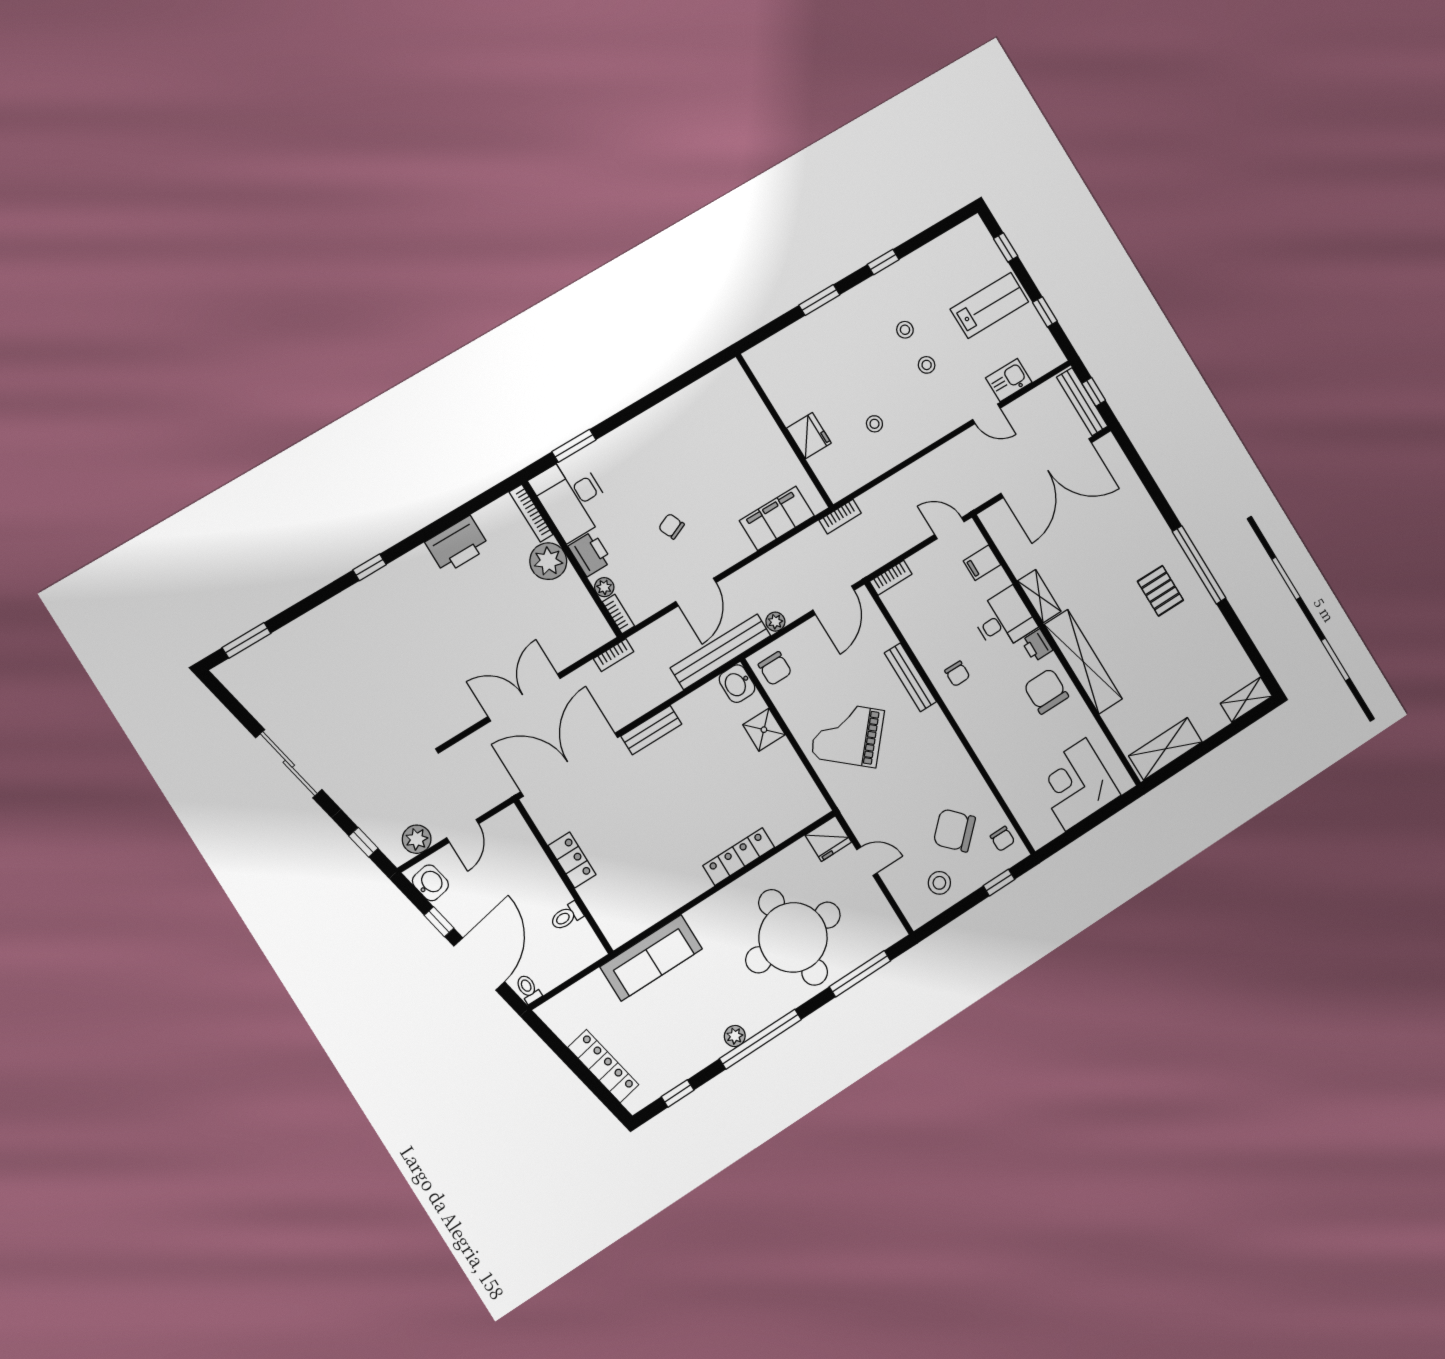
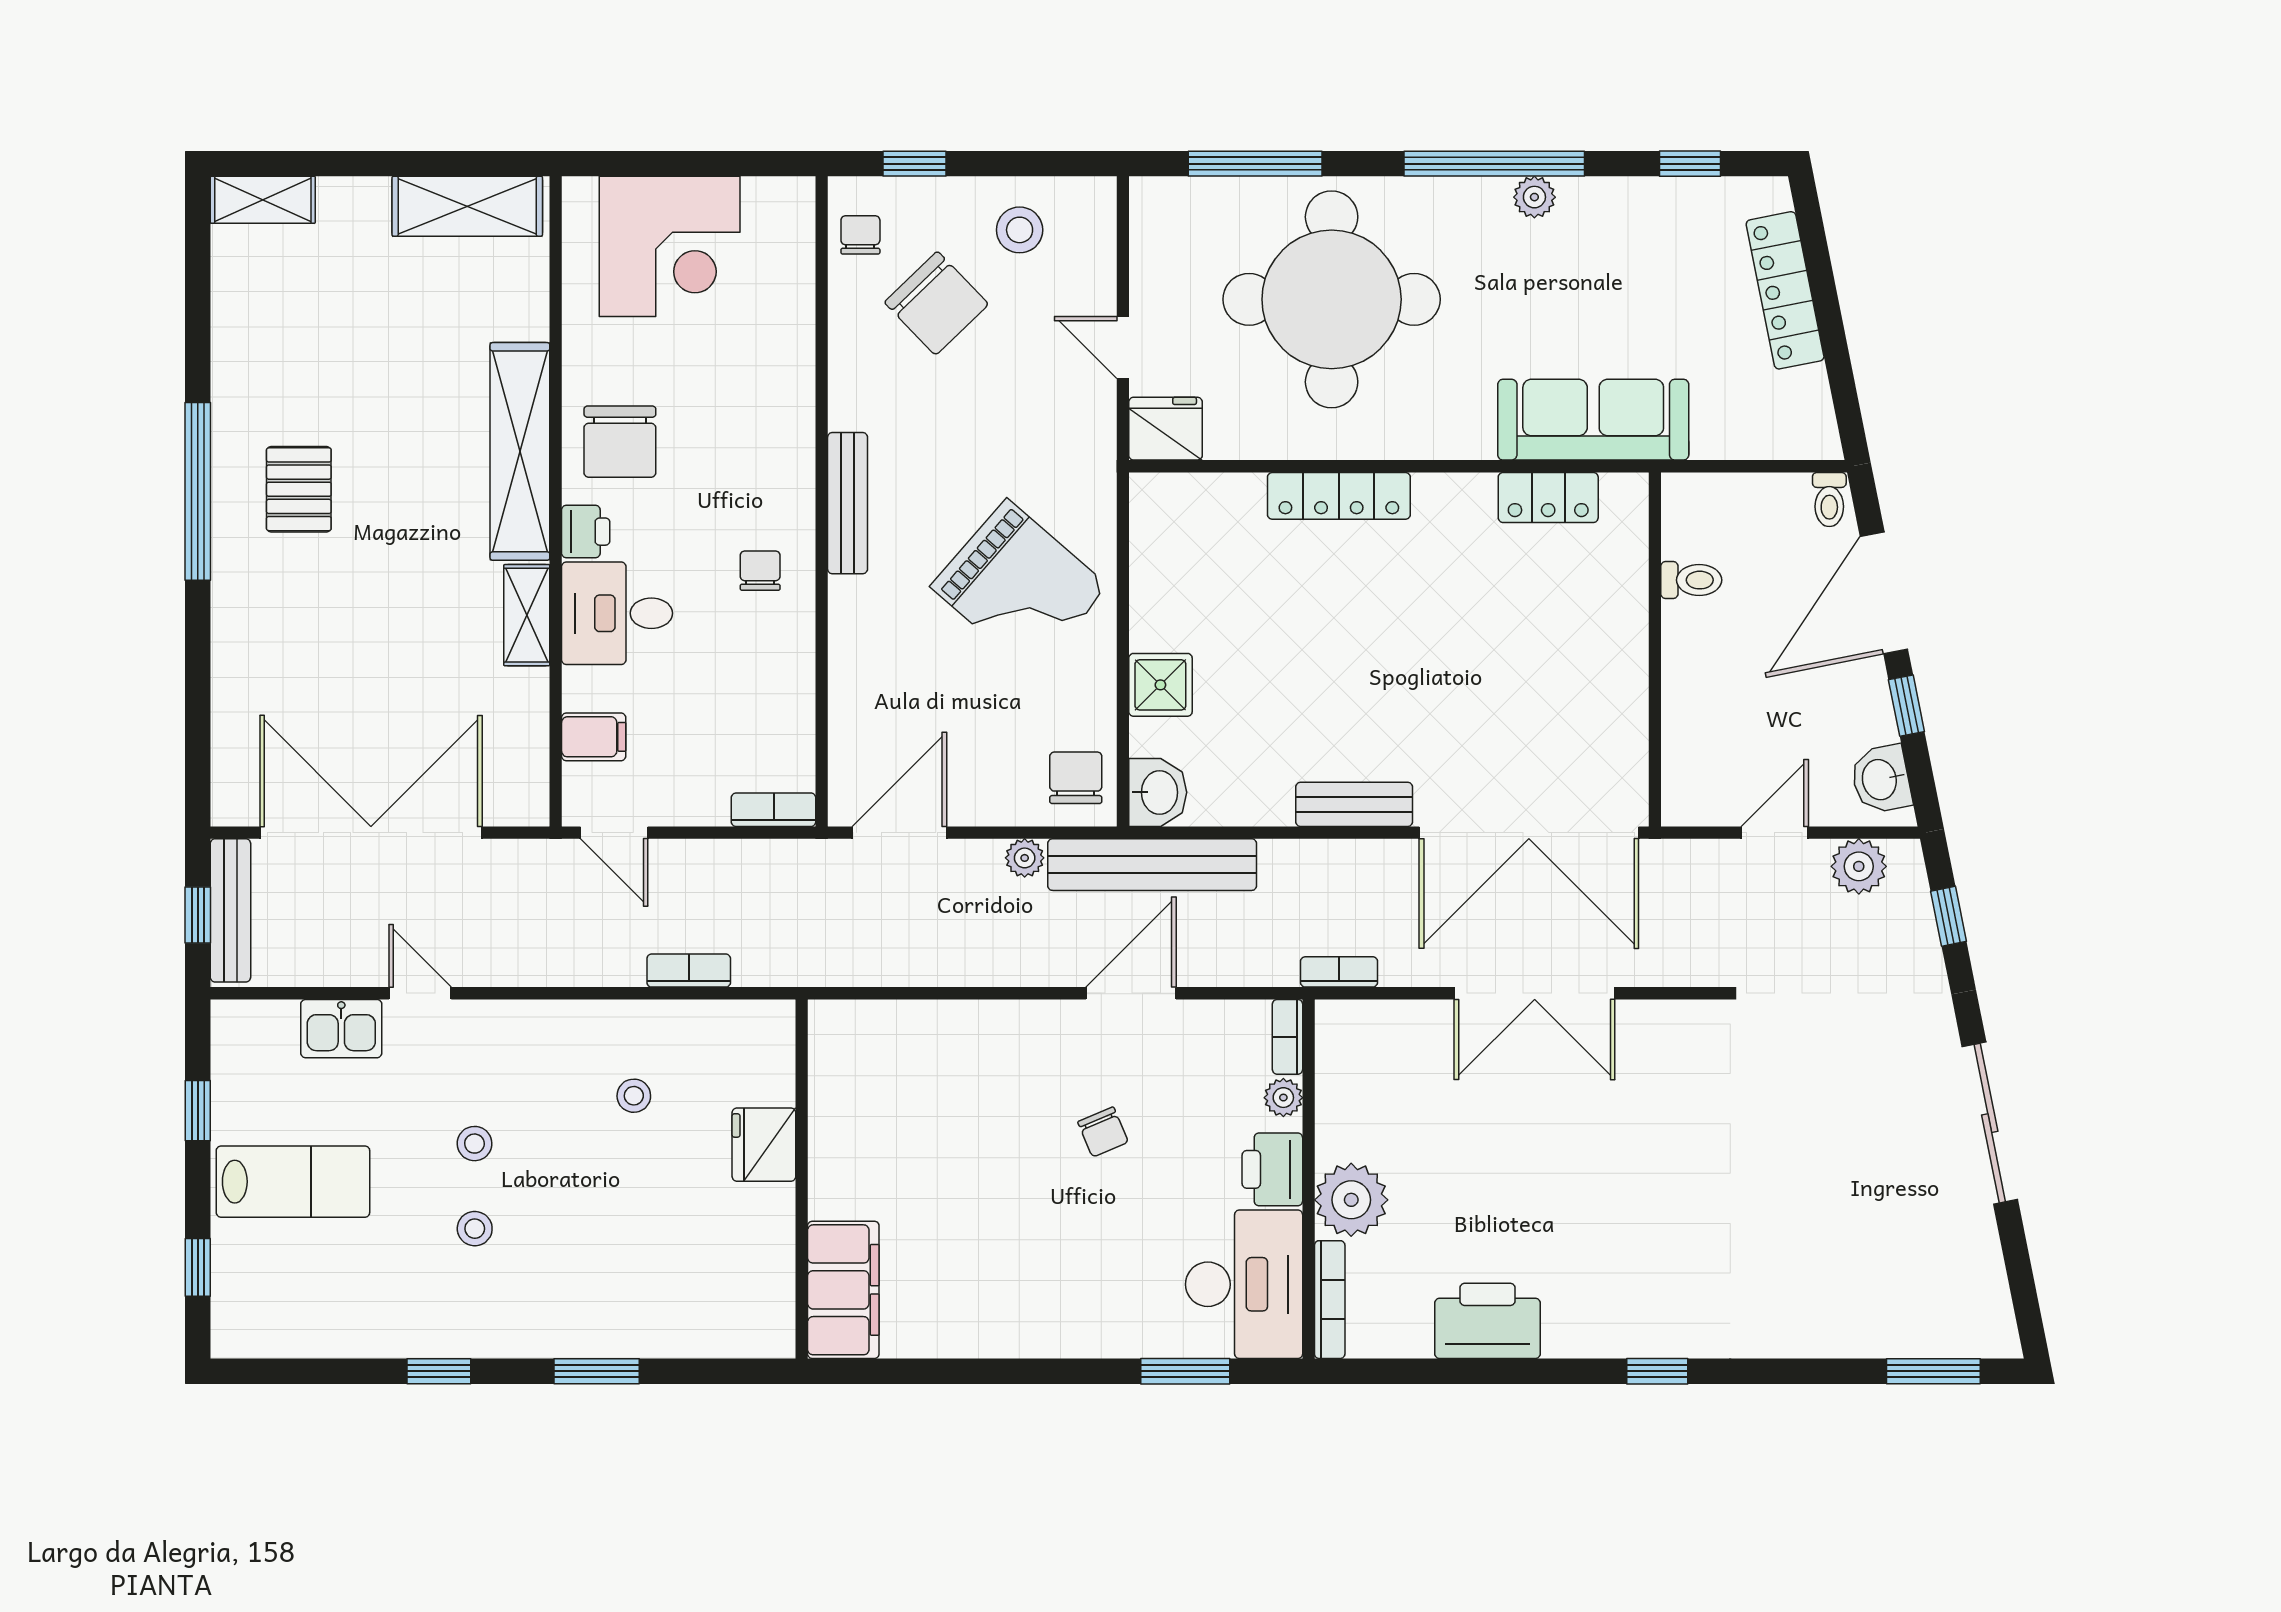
lab bench: (989, 305) -> (293, 1182), turned 180
bookcase: (840, 517) -> (689, 971), moved
filing cabinet: (777, 518) -> (843, 1290), moved, turned -90
bench: (910, 677) -> (848, 503), moved
locker: (572, 860) -> (1548, 497), moved, turned -90

